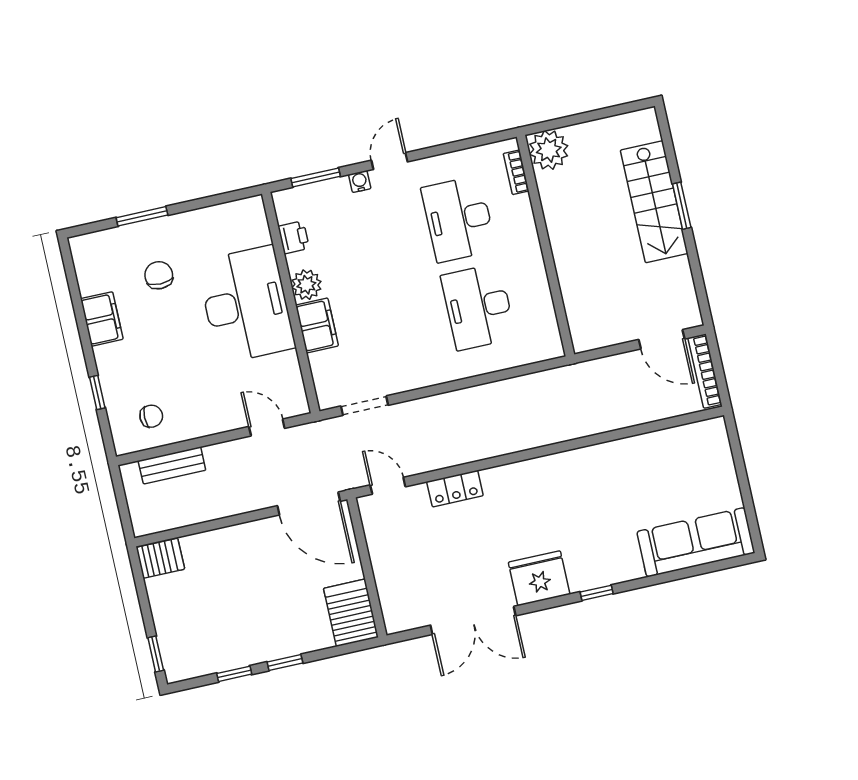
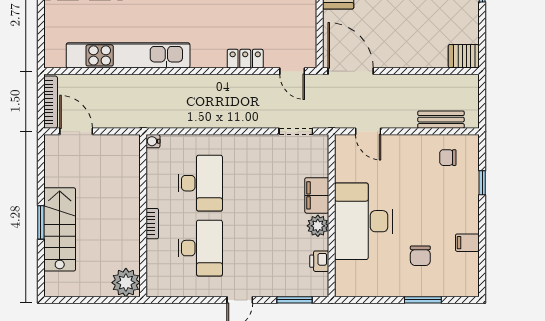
bookcase: (516, 172) -> (152, 224), moved
water cooler: (360, 182) -> (153, 141), moved, turned 90
filing cabinet: (102, 319) -> (467, 243), width x0.50
kitchen unit: (614, 458) -> (128, 55), added

